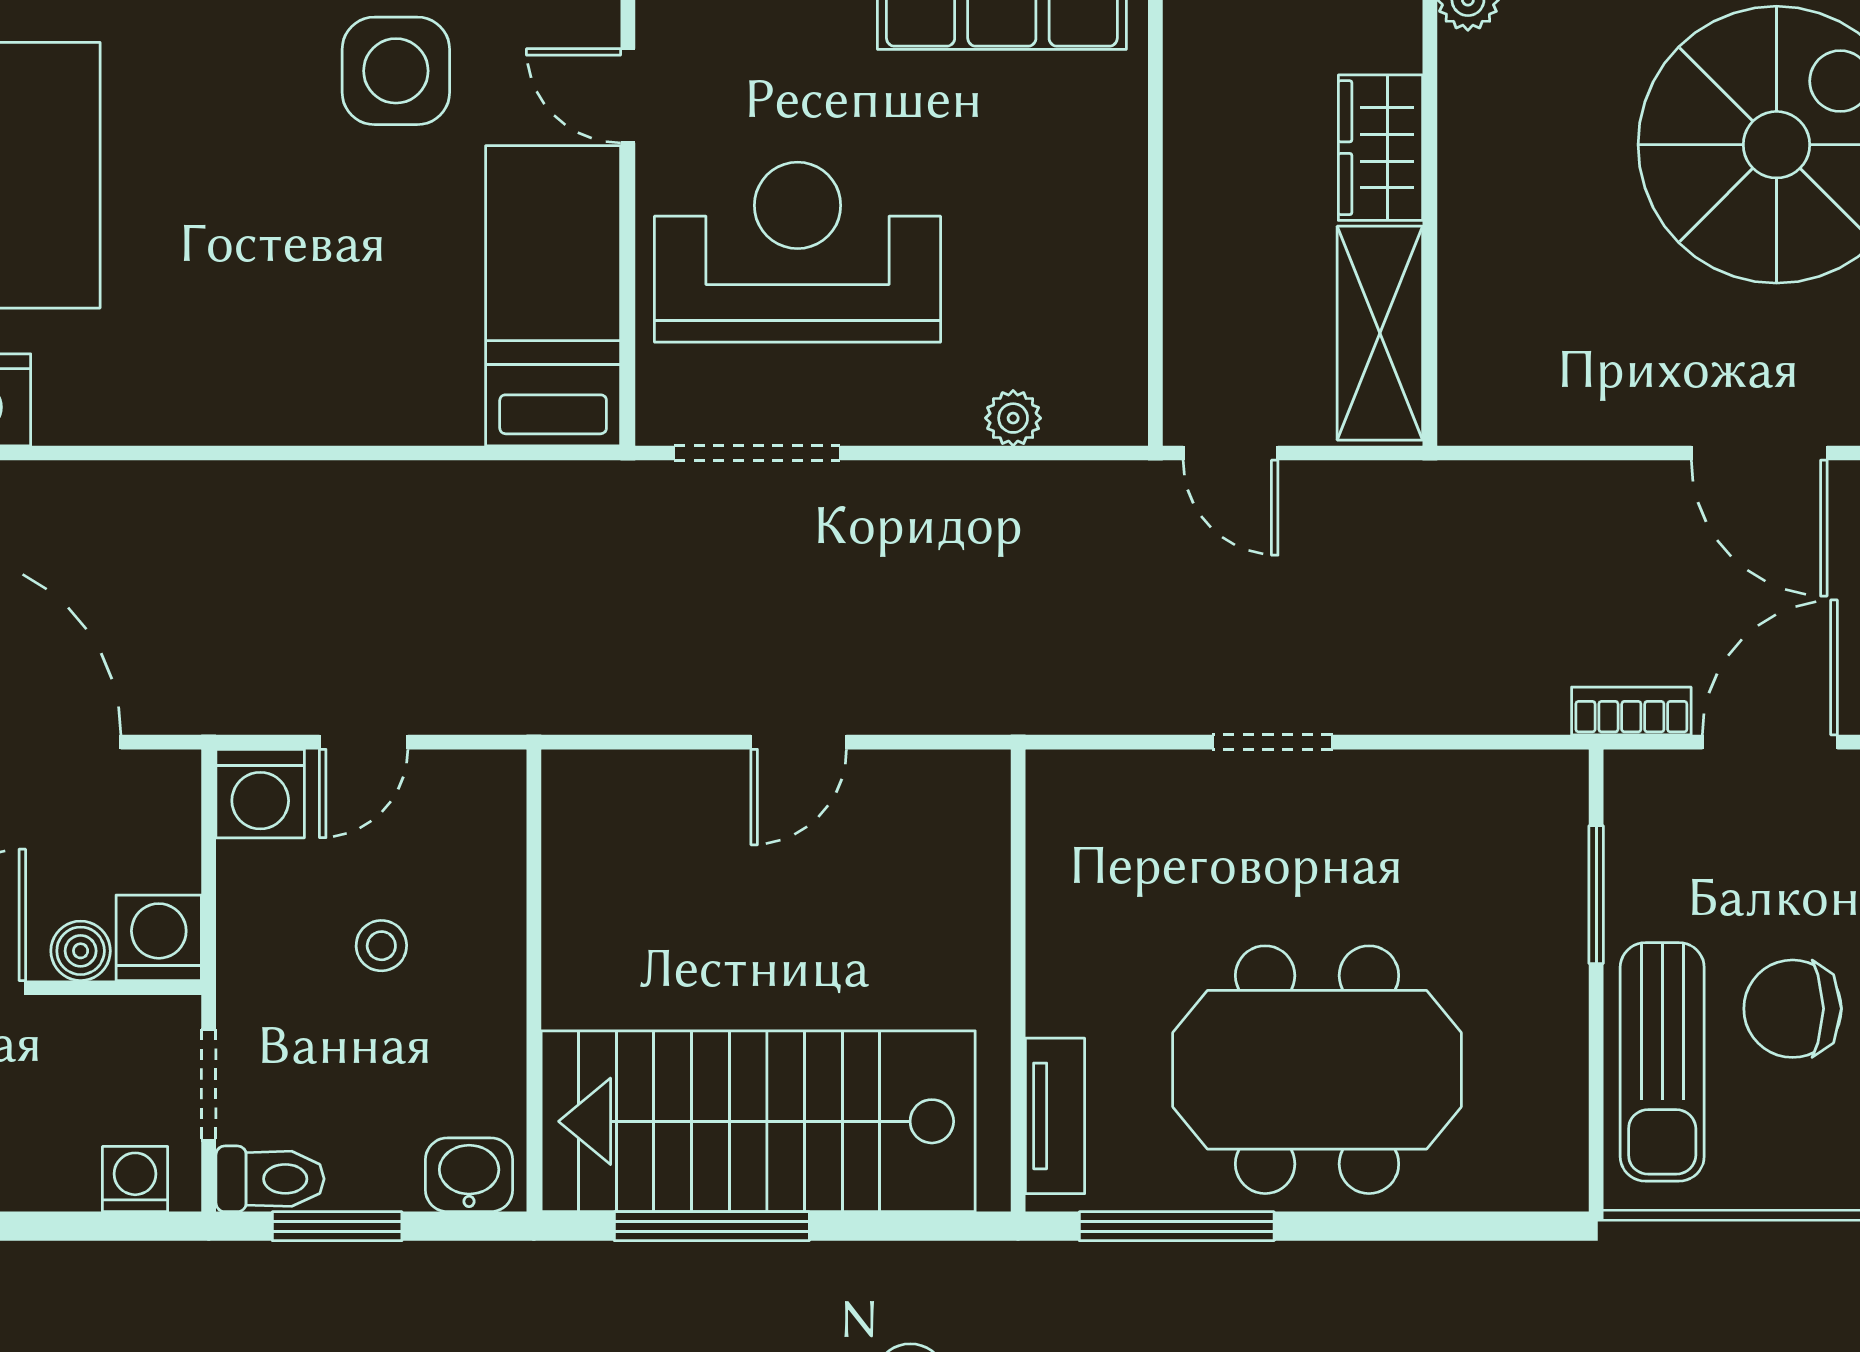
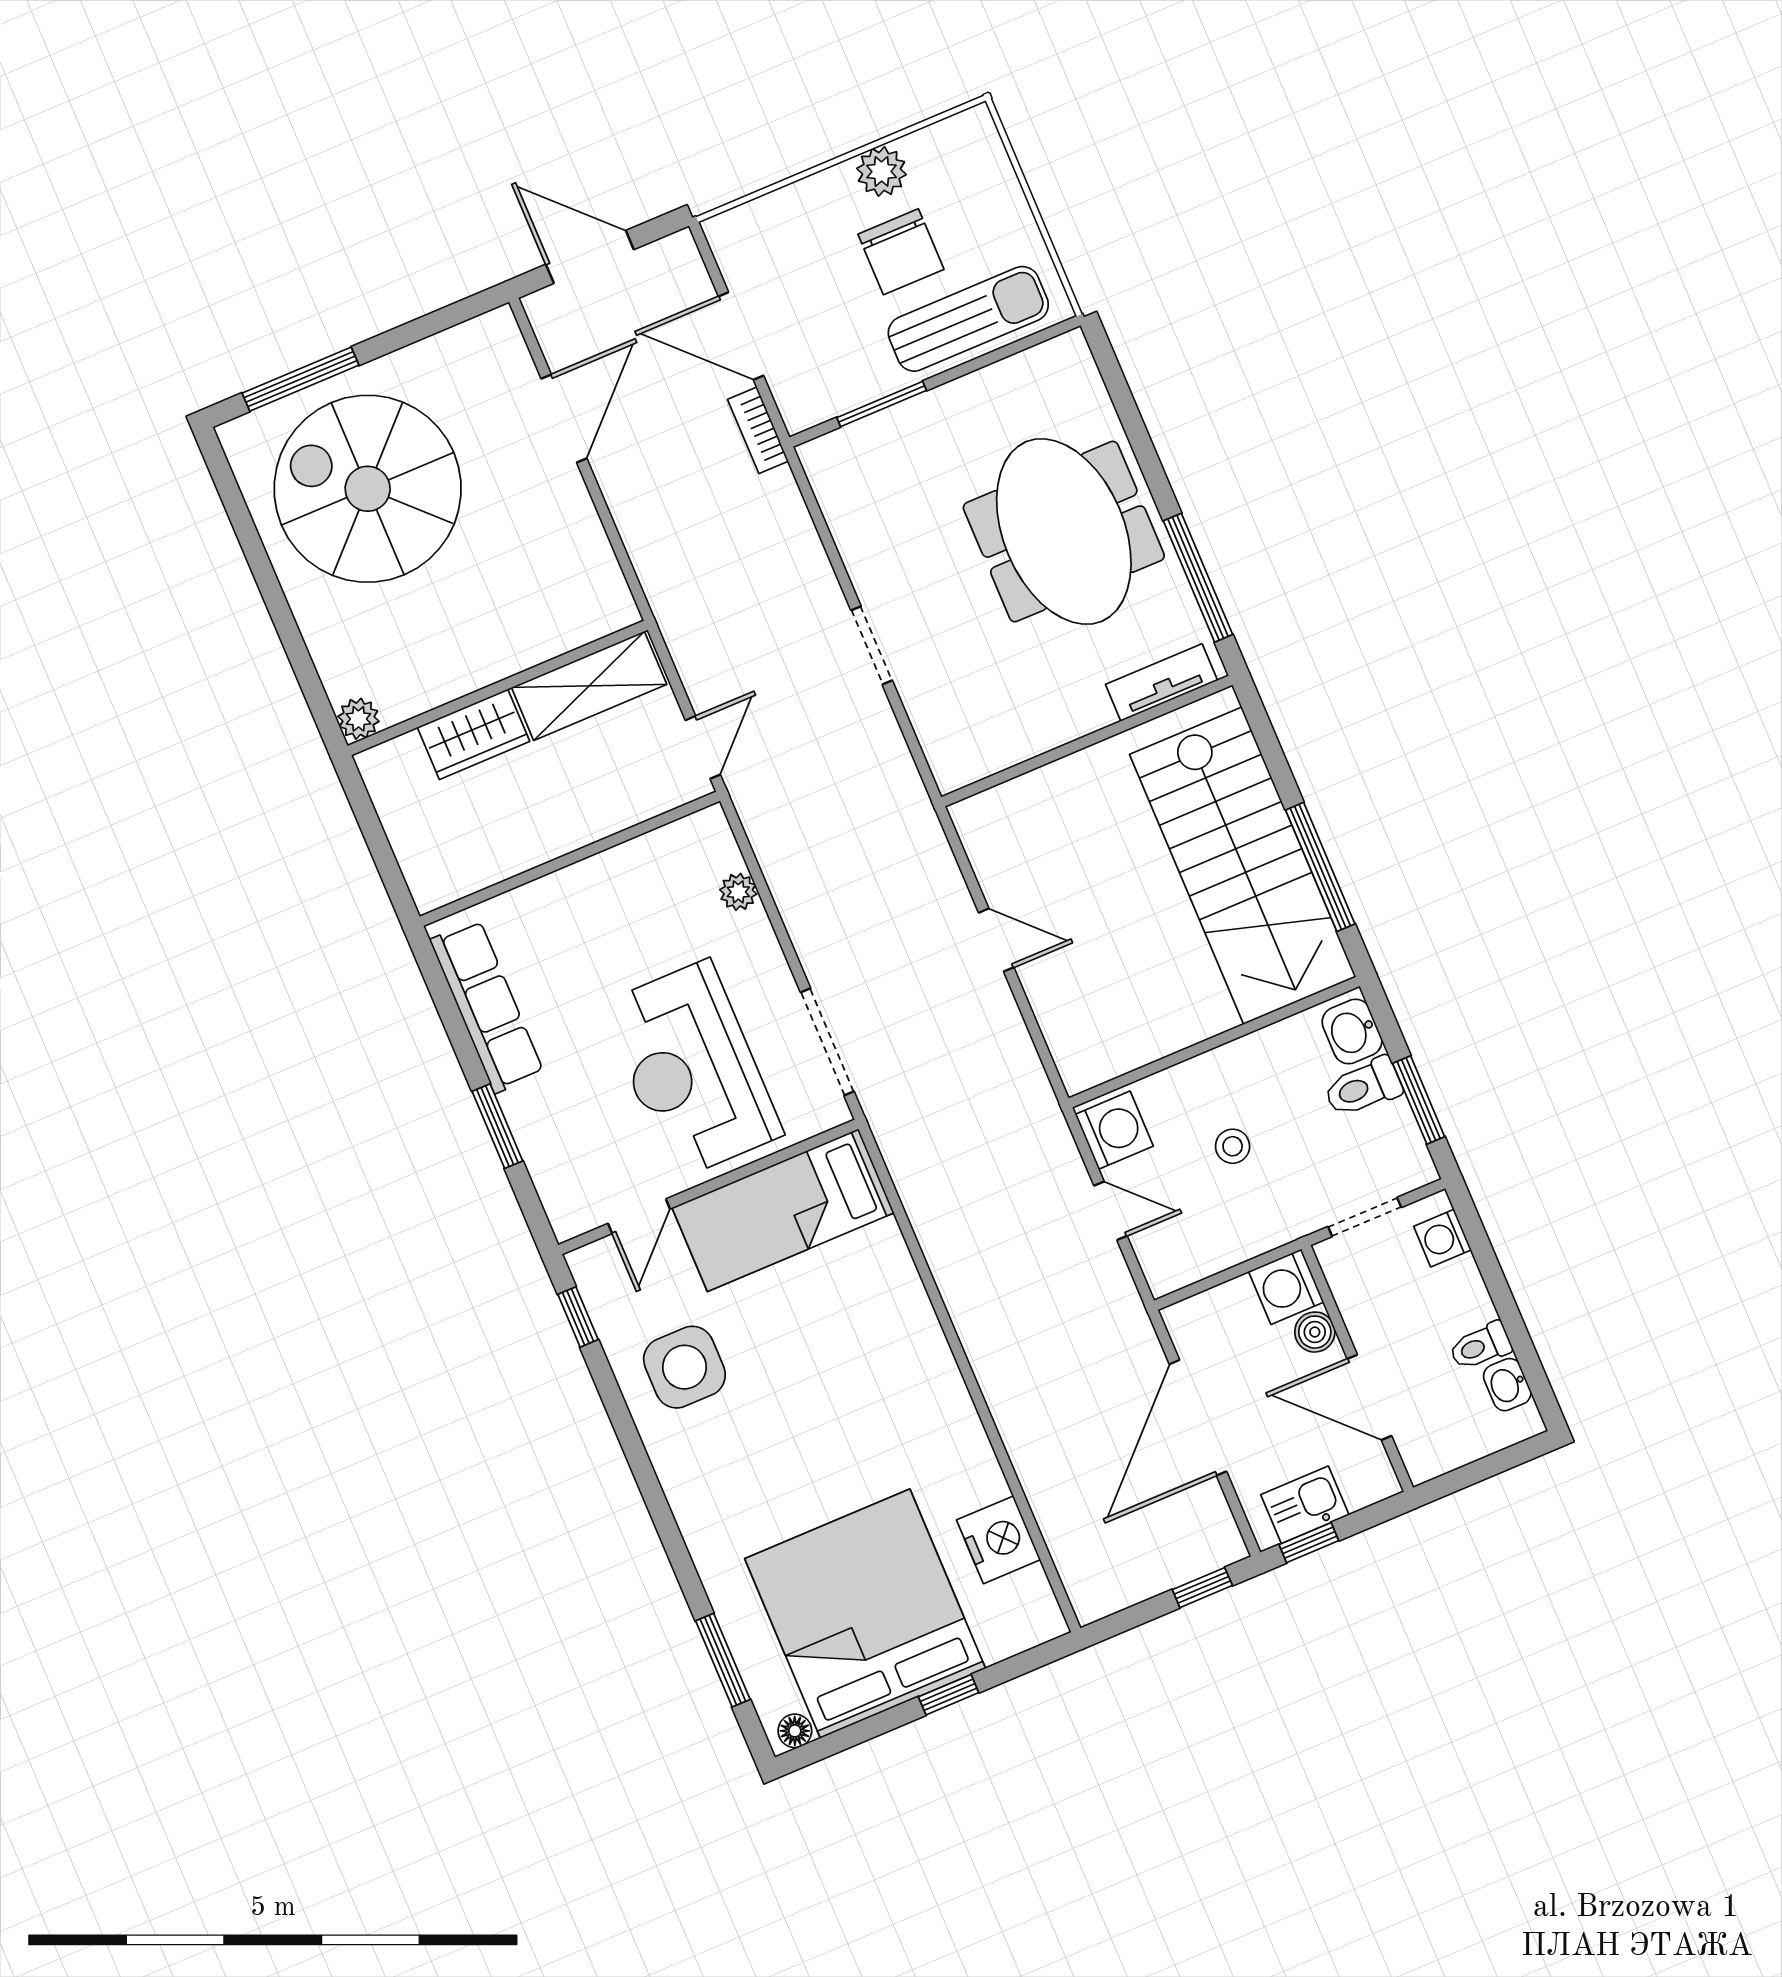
washing machine: (260, 794) -> (1114, 1130), moved
toilet: (270, 1179) -> (1363, 1087), moved, turned -90

